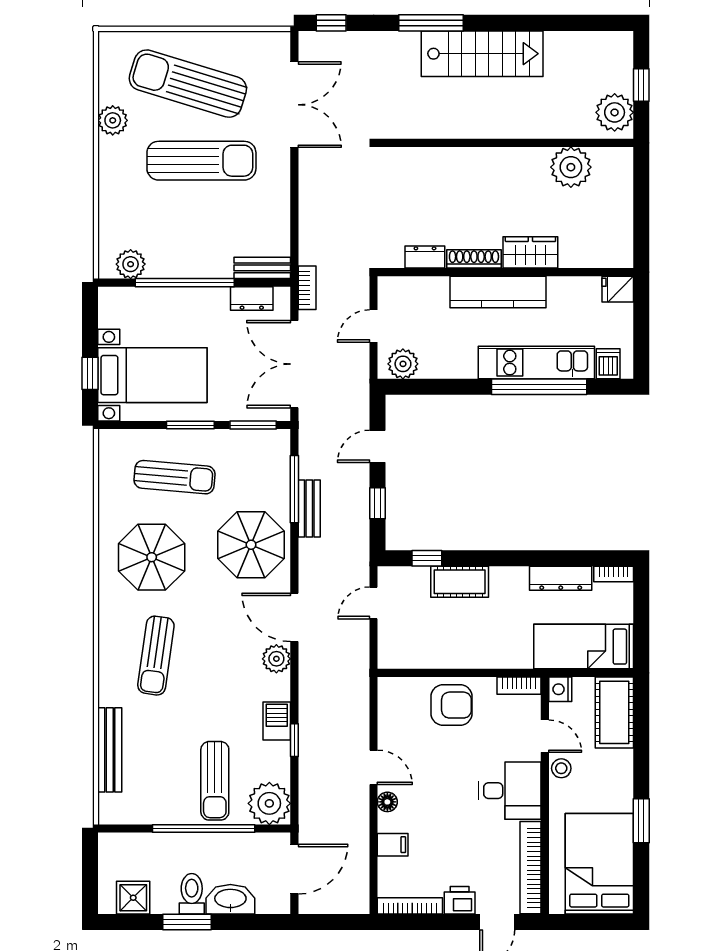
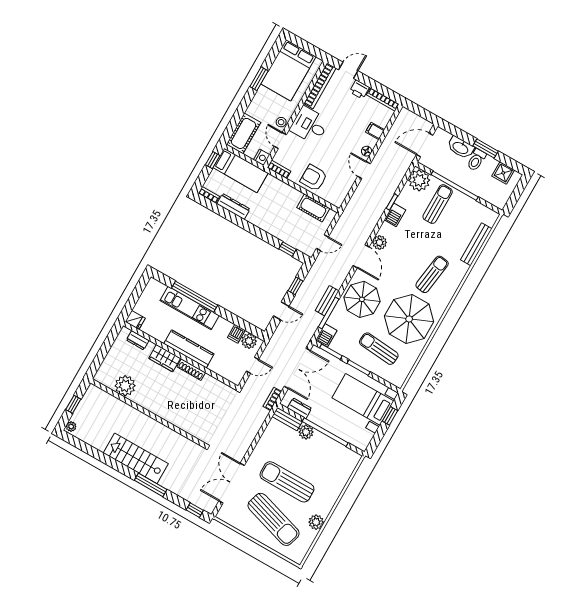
plant: (615, 112) -> (71, 427), moved, width x0.53, depth x0.53
dresser: (425, 257) -> (138, 340), moved
plant: (131, 264) -> (306, 432), moved
dishwasher: (608, 364) -> (236, 334), moved
barbecue: (277, 449) -> (326, 335), added
parasol: (152, 557) -> (409, 319), width x1.36, depth x1.36
cot: (460, 582) -> (313, 208), moved
window: (641, 637) -> (213, 160), added

